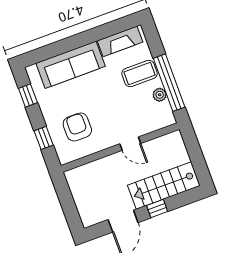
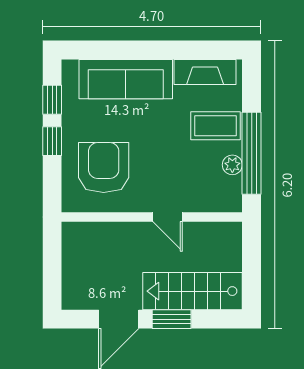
armchair: (77, 127) -> (104, 167), width x1.36, depth x1.36
window: (44, 138) -> (52, 141), moved
window: (157, 208) -> (172, 319), width x1.50

